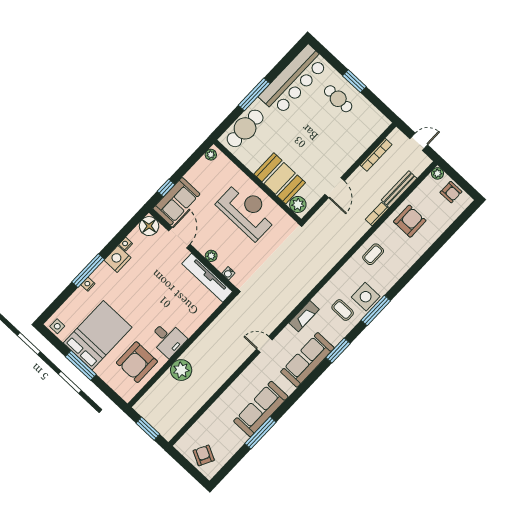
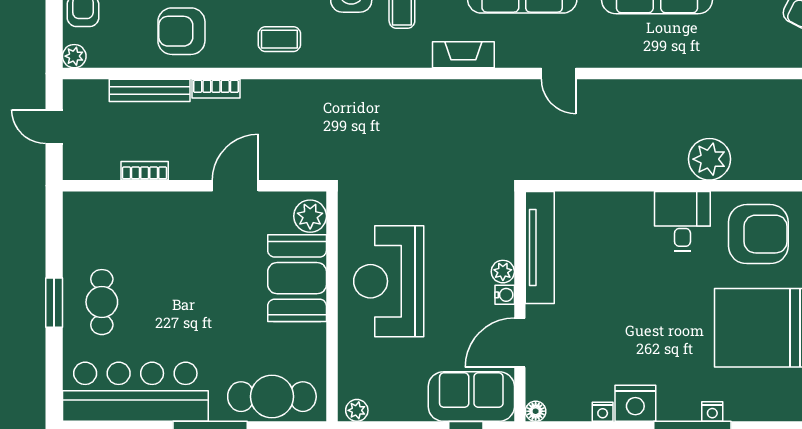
bookcase: (376, 155) -> (145, 171), width x0.64
floor lamp: (149, 226) -> (536, 411), width x0.53, depth x0.53
water cooler: (228, 273) -> (505, 295), moved

